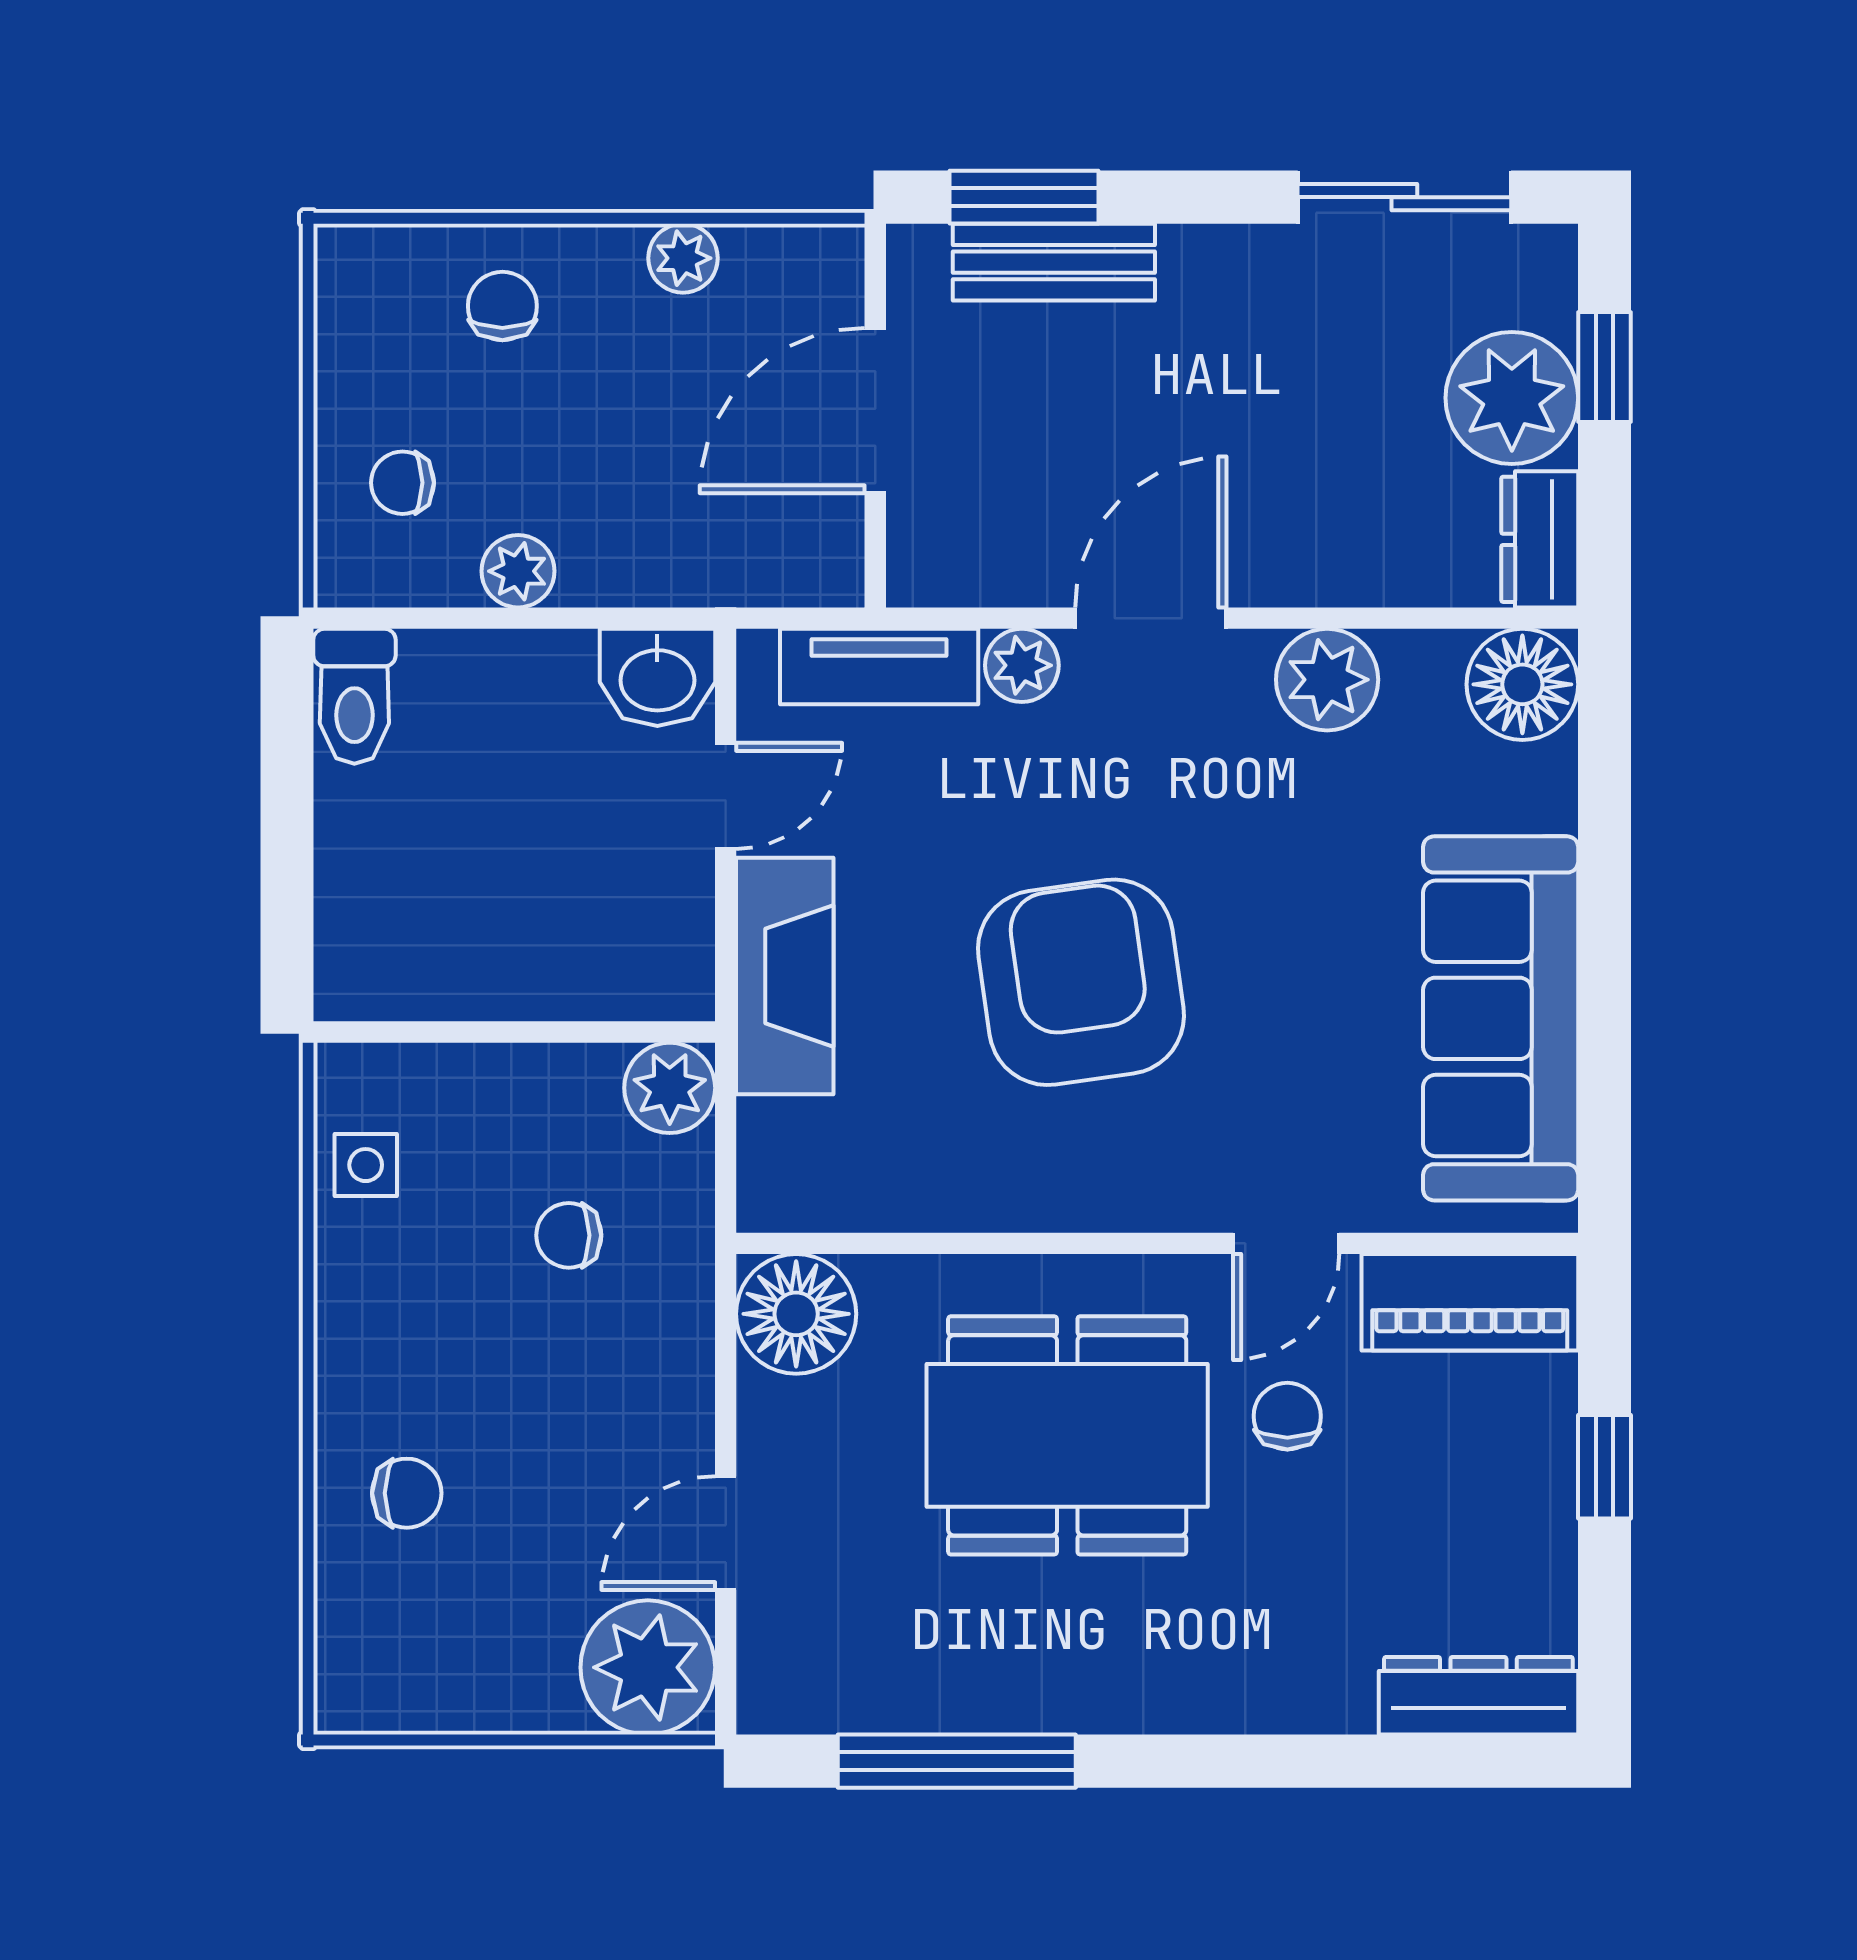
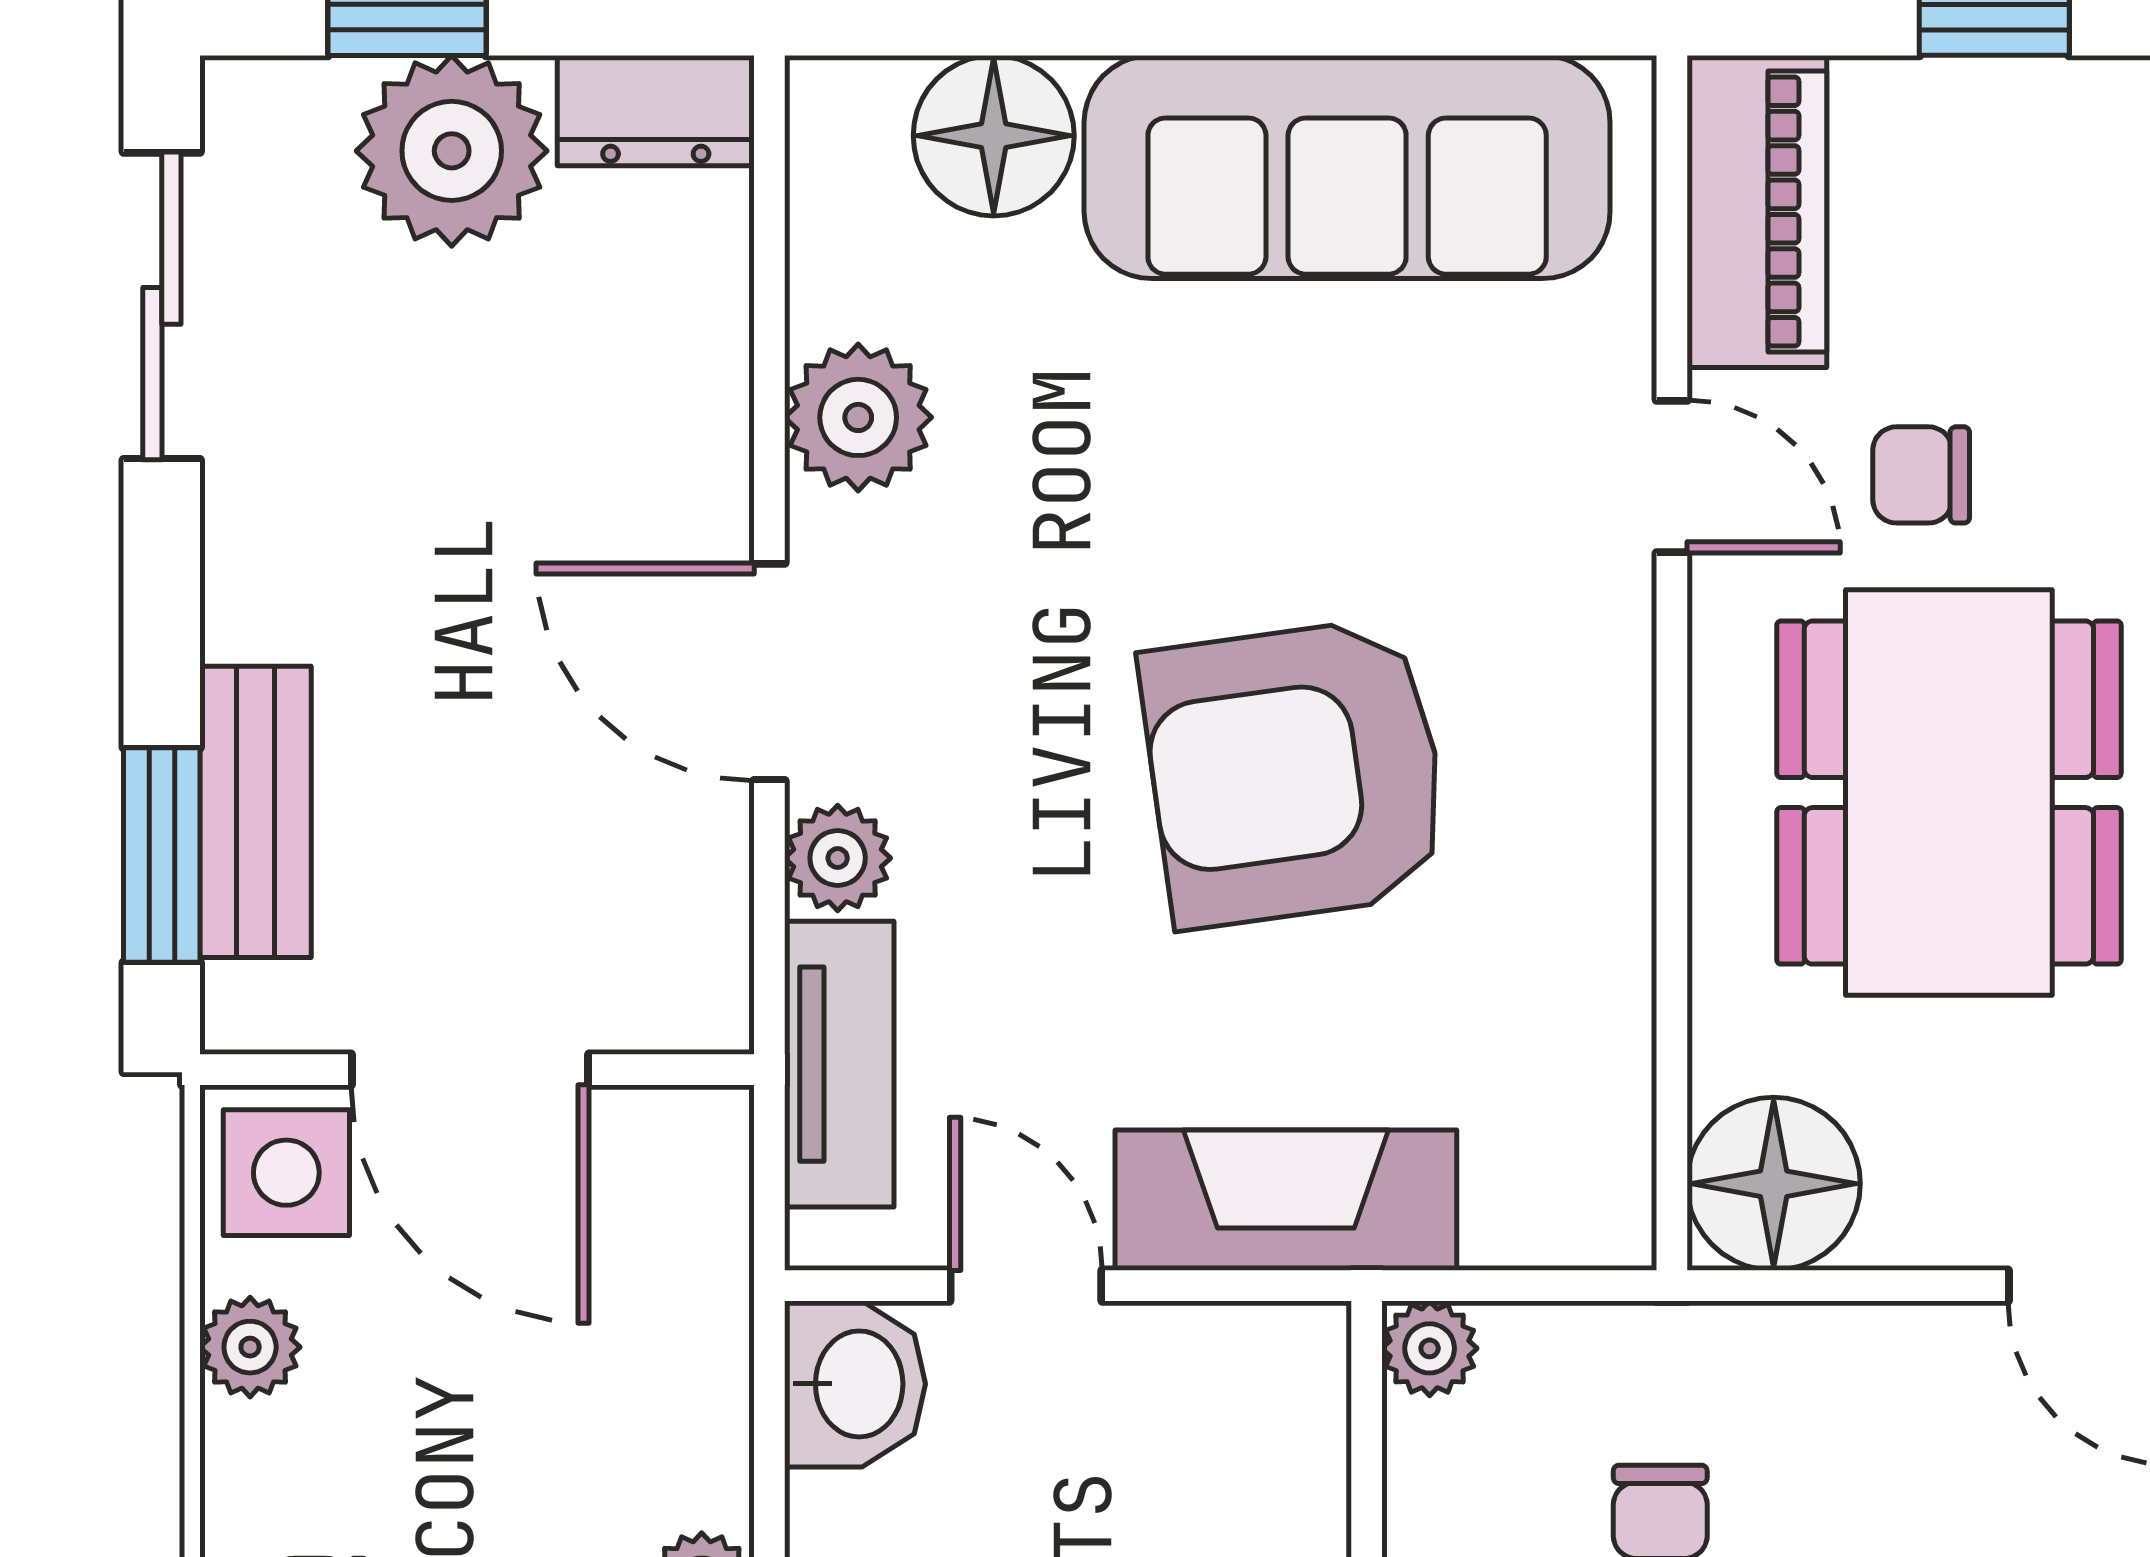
side table: (804, 283) -> (286, 1173), added
floor lamp: (1522, 684) -> (994, 136), moved
plant: (670, 1088) -> (1430, 1348), width x0.73, depth x0.73

